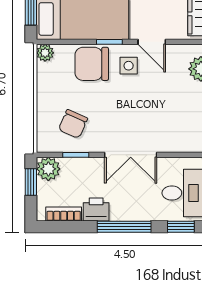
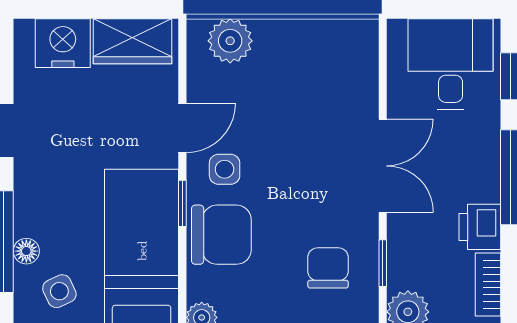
chair: (92, 64) -> (221, 235), turned -90
chair: (73, 124) -> (328, 268), turned -114

